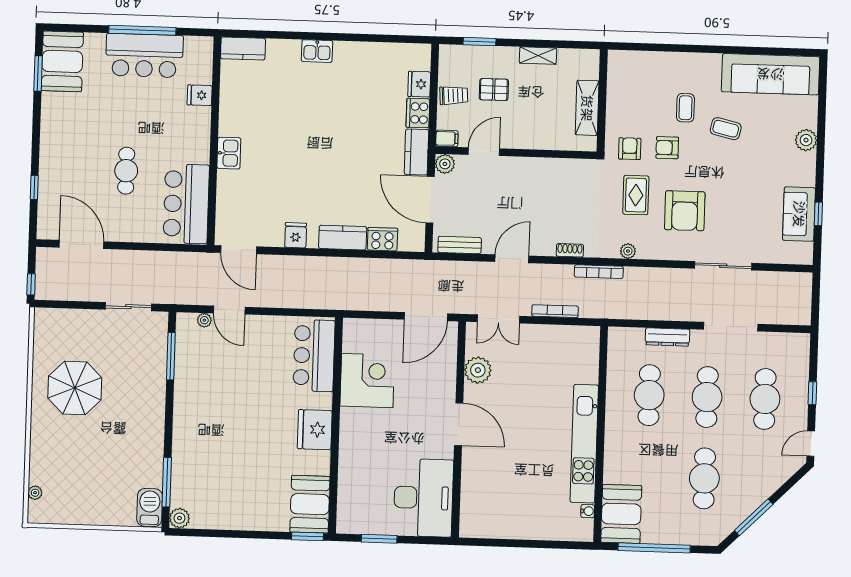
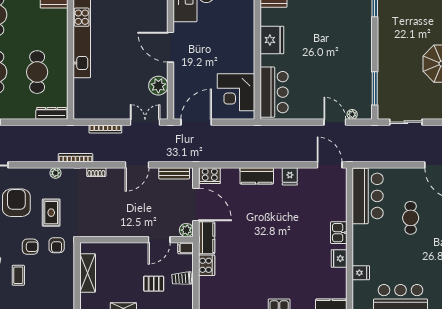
fridge: (419, 84) -> (339, 258), moved, turned 180
cooker: (382, 239) -> (210, 176), moved
dresser: (667, 337) -> (51, 113), moved
corner desk: (367, 381) -> (236, 92), moved

